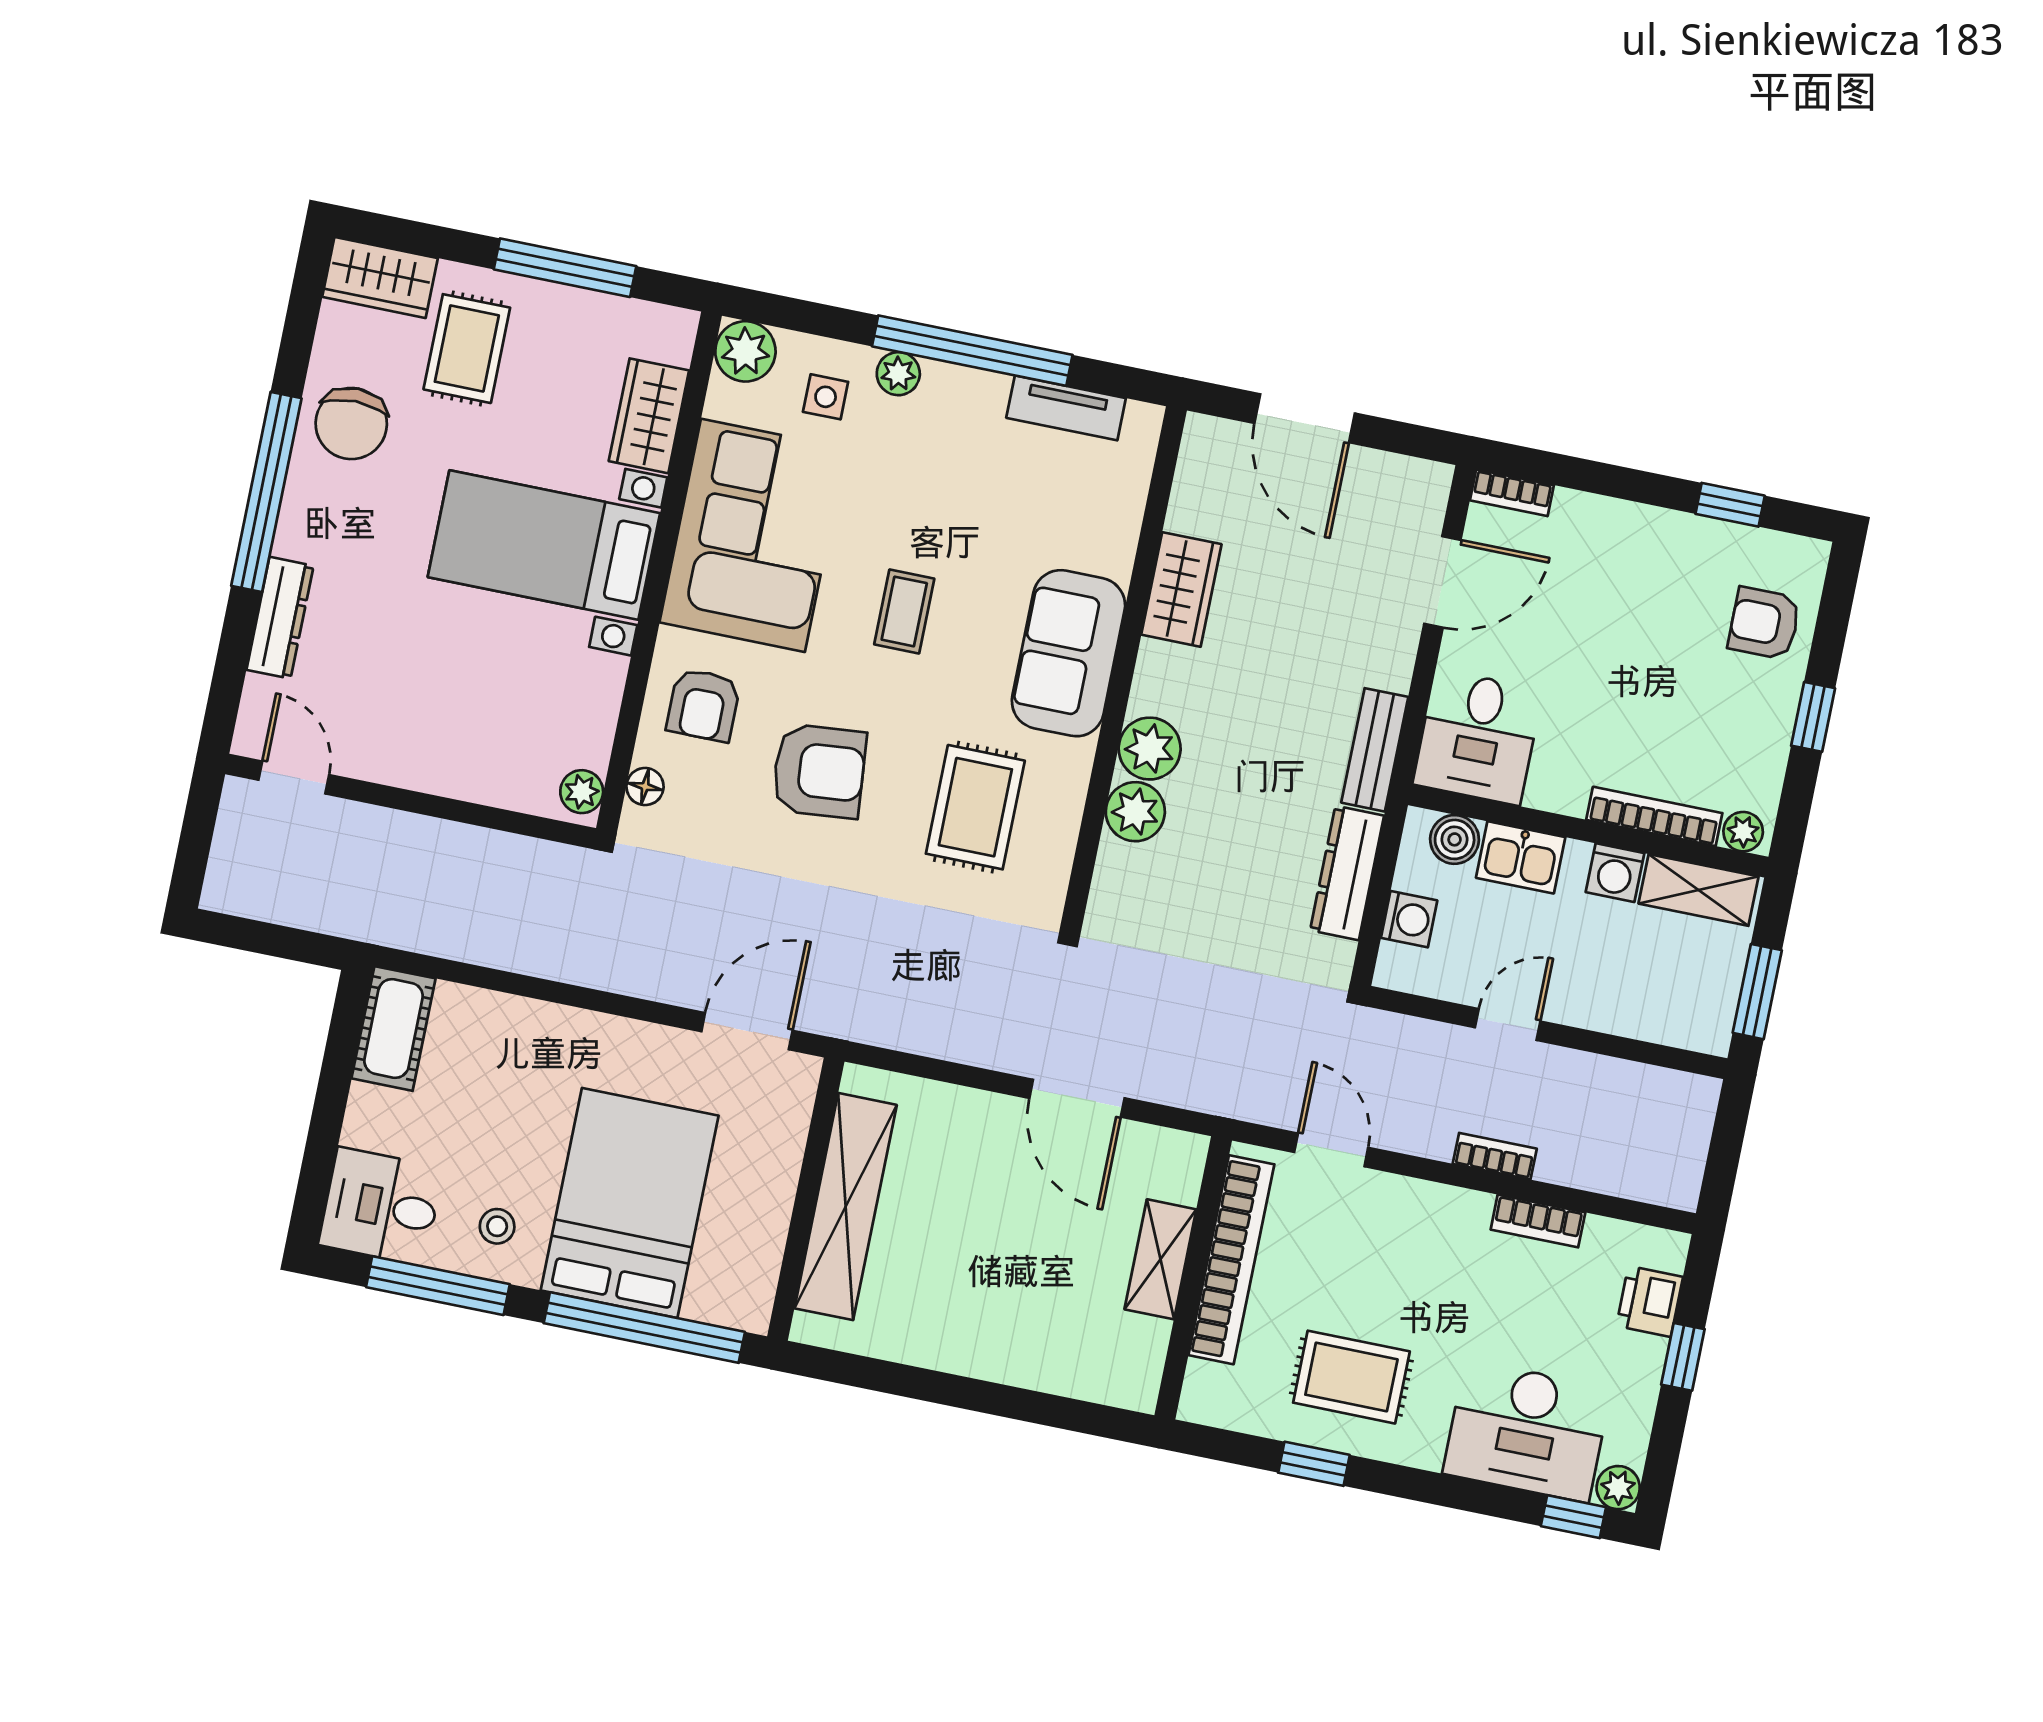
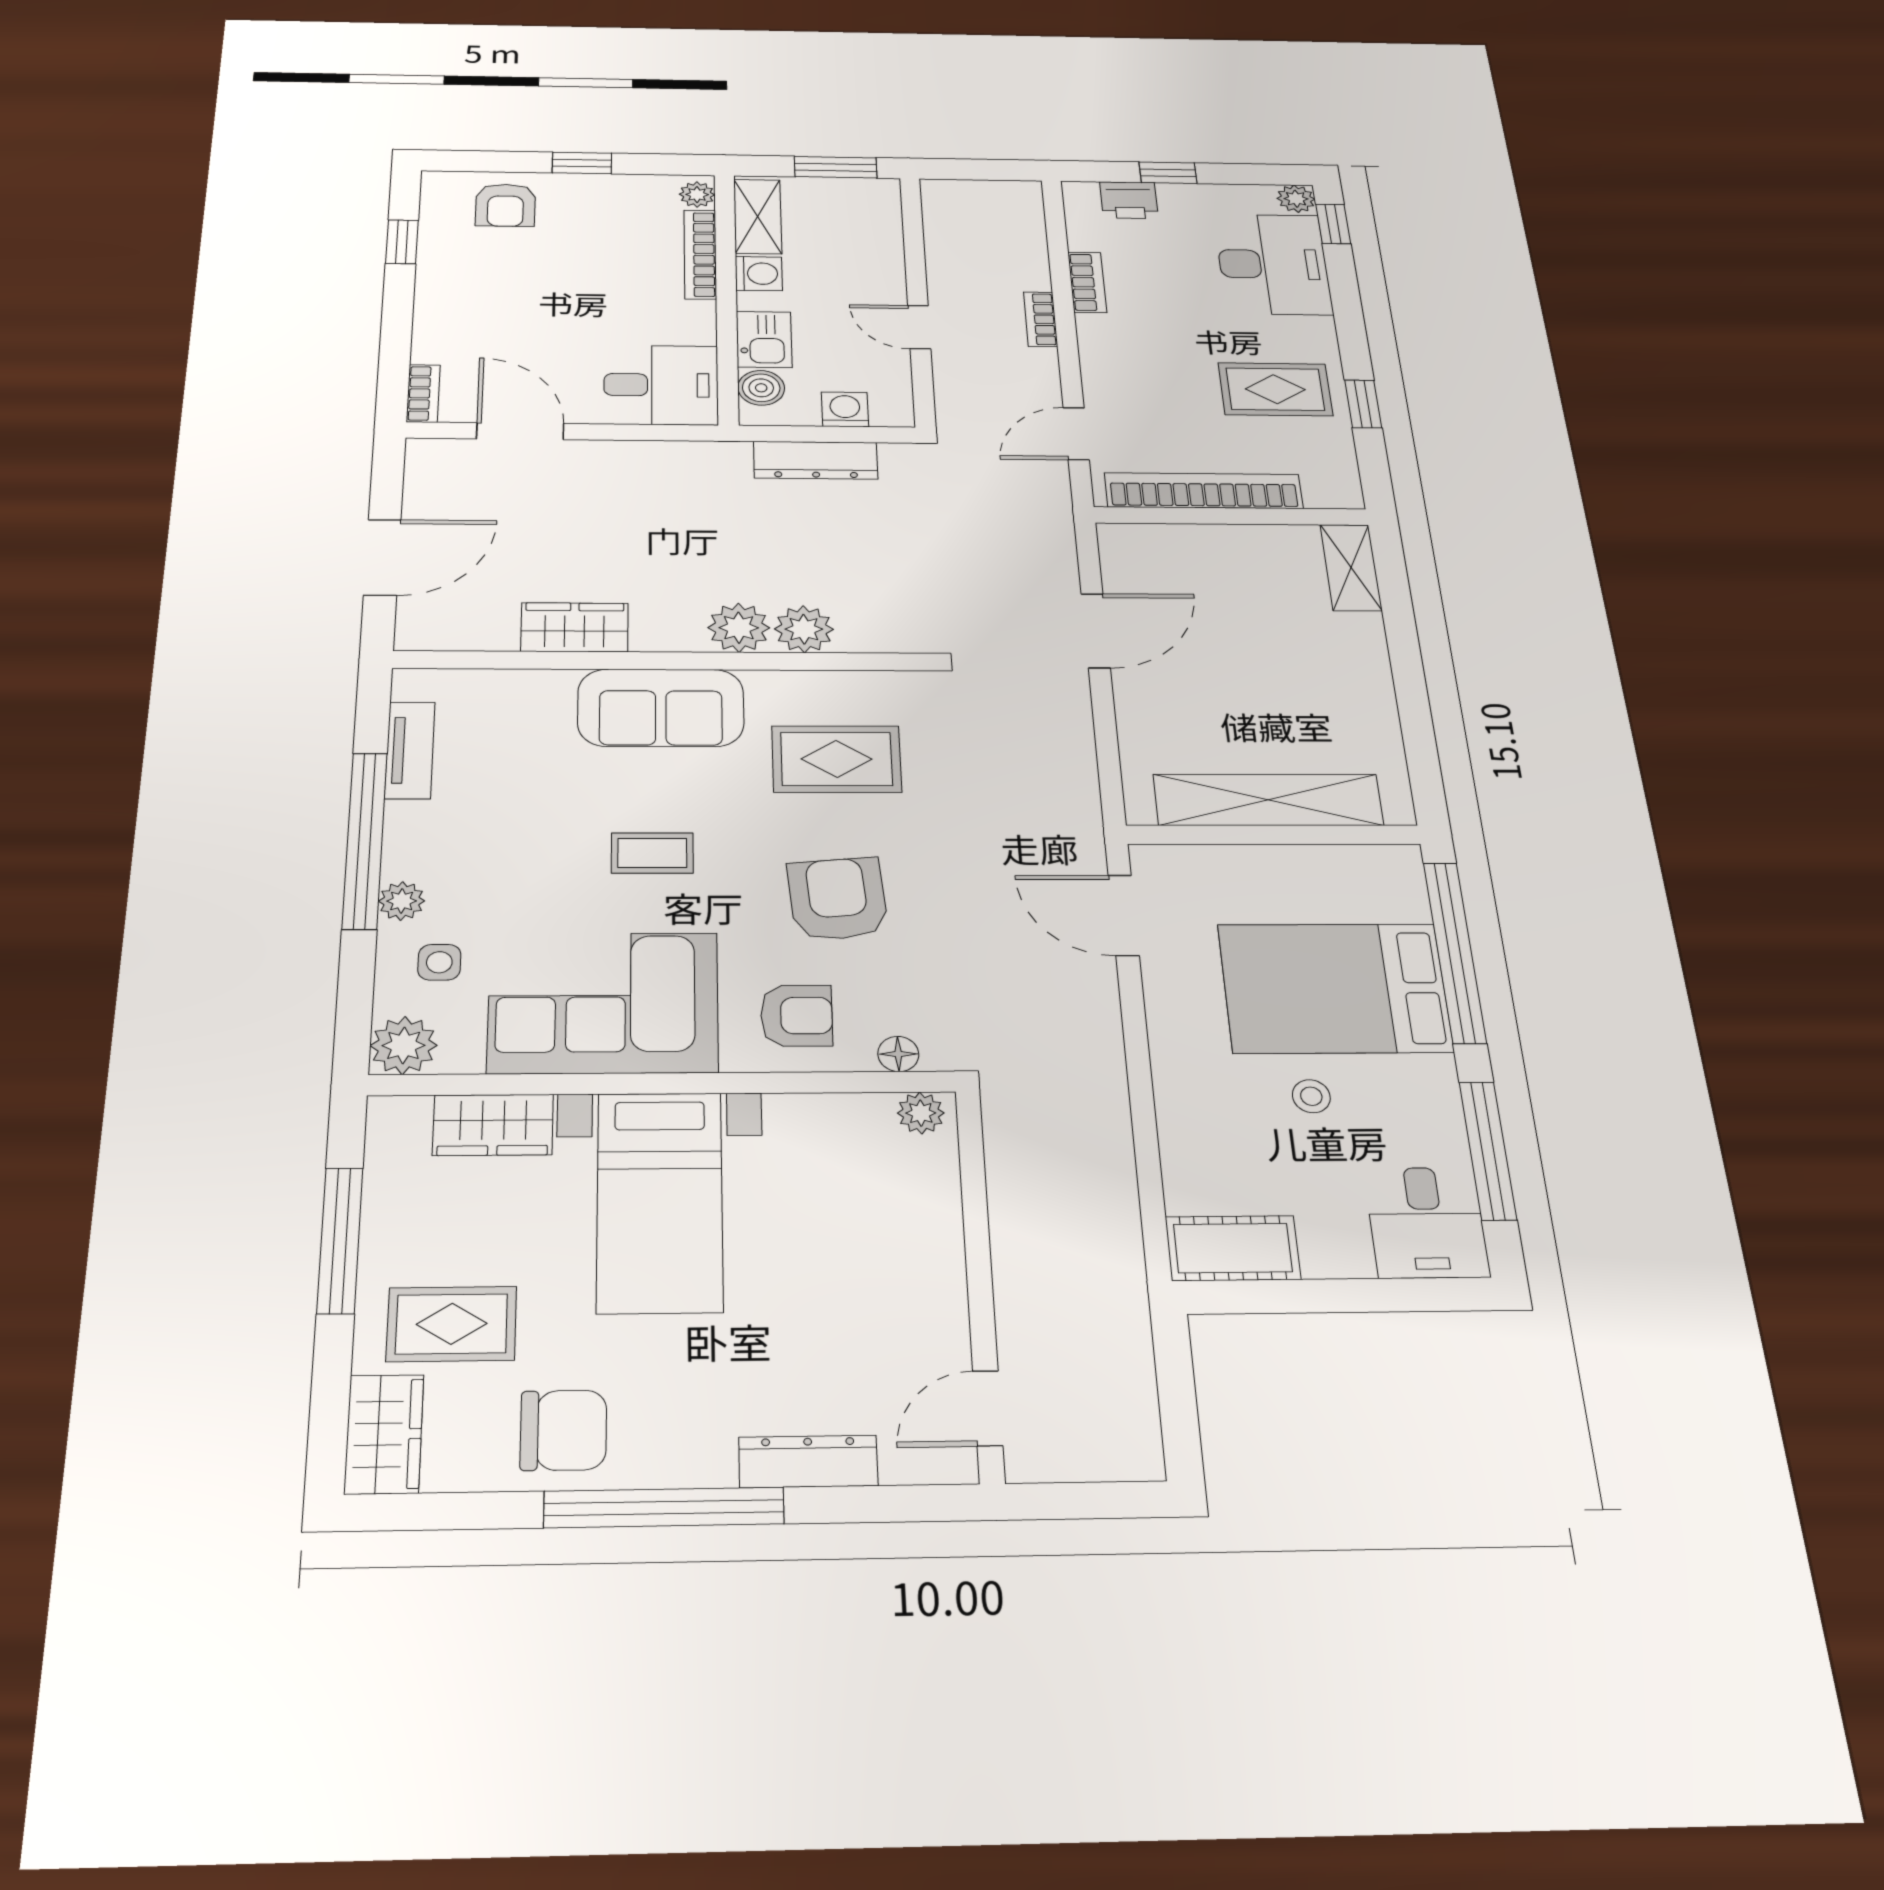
bench: (1375, 750) -> (693, 457), removed
stool: (497, 1226) -> (1311, 1096), moved
shelving: (1160, 1259) -> (1351, 567), moved, turned 90
rug: (1351, 1377) -> (1275, 389), turned 90

